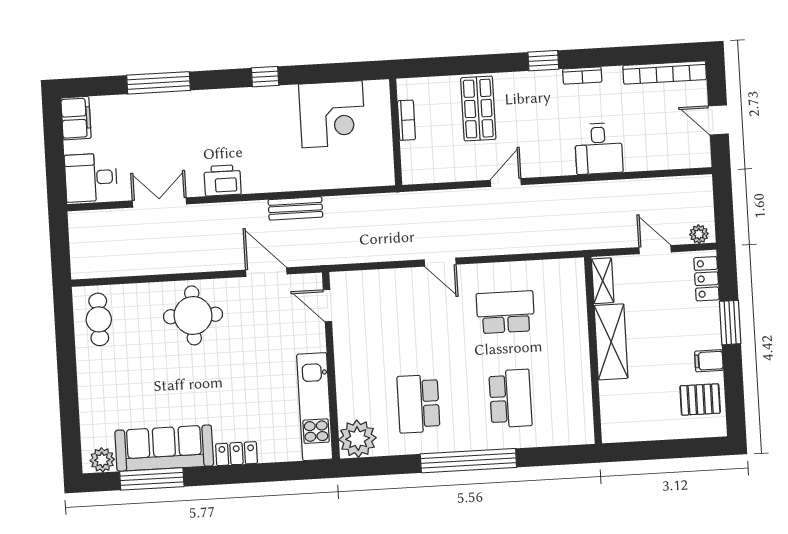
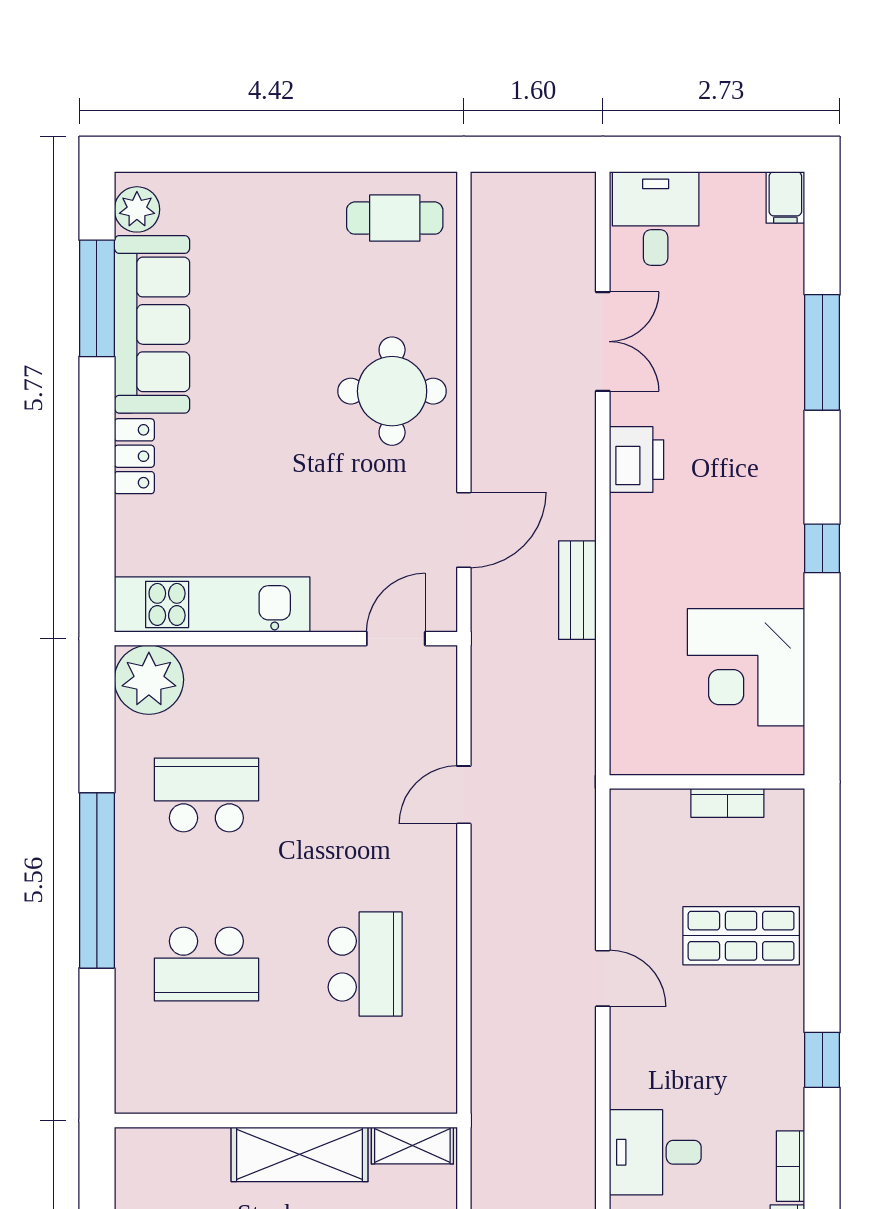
bookcase: (582, 76) -> (791, 1166), moved
filing cabinet: (76, 118) -> (785, 197), width x0.50
door: (440, 262) -> (464, 795), moved

